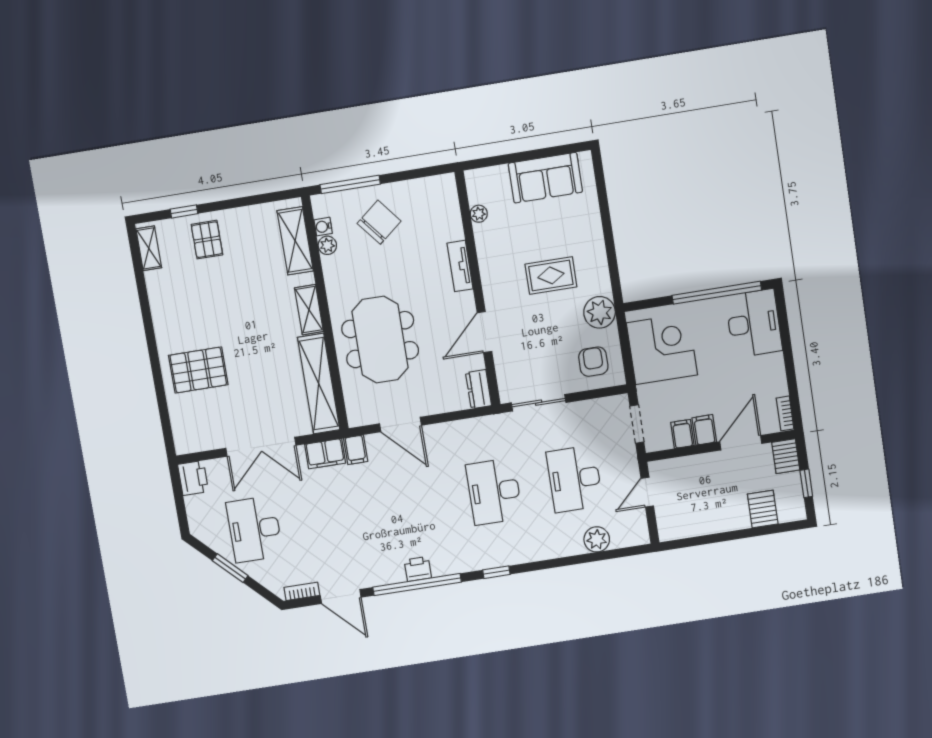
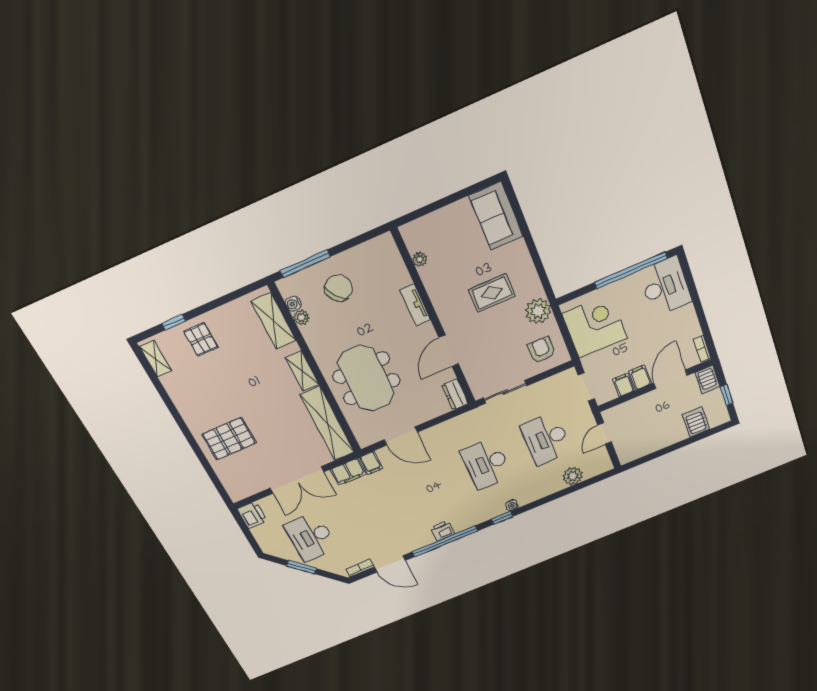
sofa: (545, 178) -> (496, 216), moved, turned 90
water cooler: (513, 558) -> (512, 505), added

